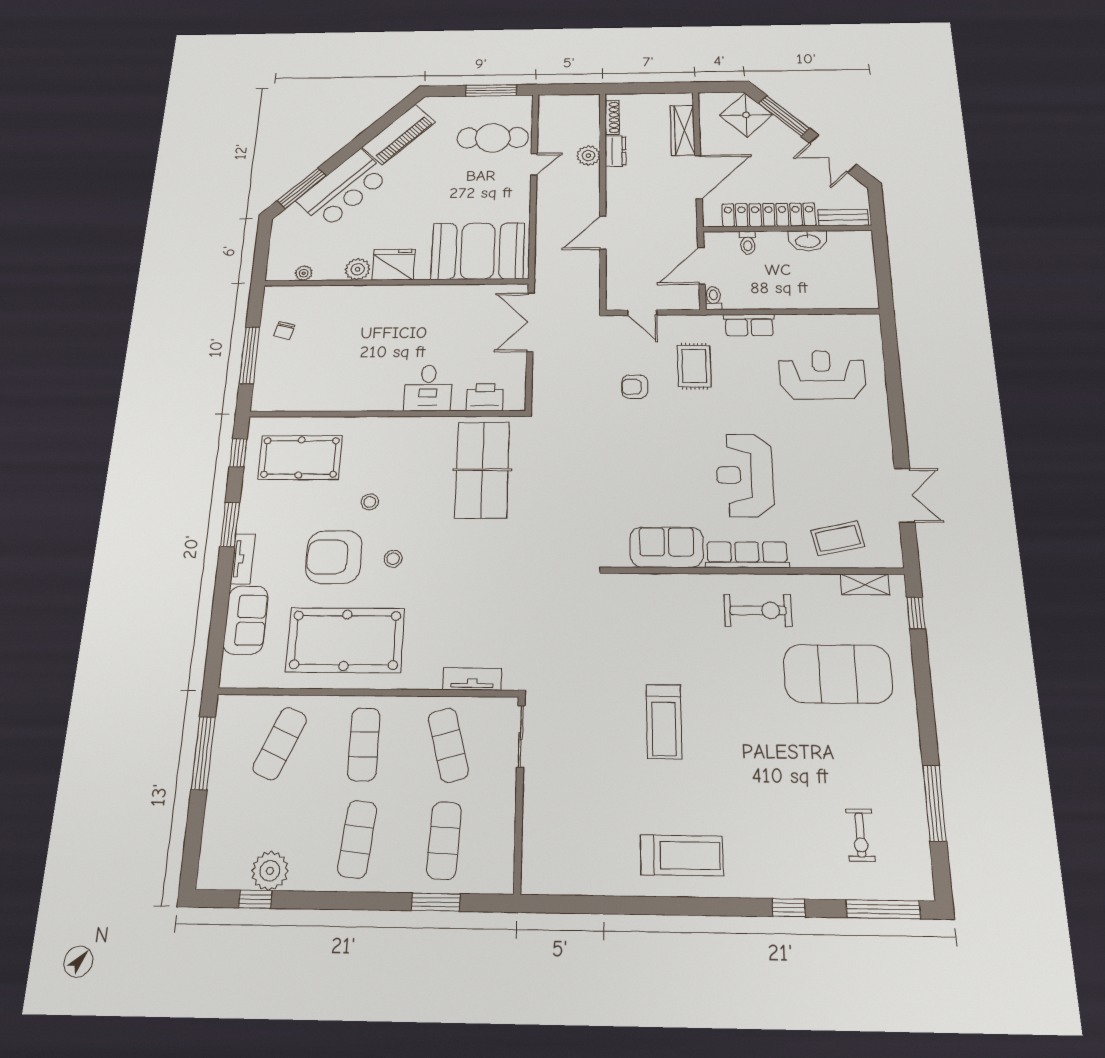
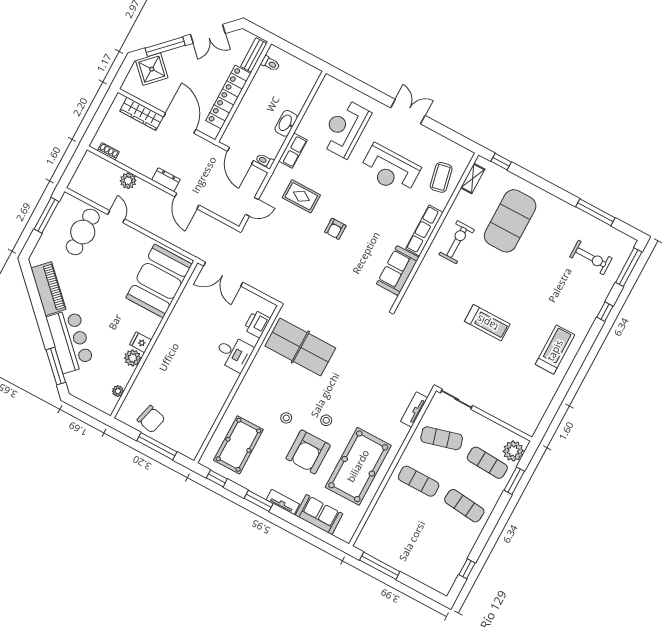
shoe rack: (612, 117) -> (108, 151), width x0.70
dresser: (616, 151) -> (166, 180), moved
washbasin: (808, 241) -> (286, 123), moved, turned 180
toilet: (748, 243) -> (270, 64), moved
fridge: (394, 265) -> (141, 342), width x0.53, depth x0.75
chair: (284, 330) -> (151, 419), width x1.87, depth x1.87
armchair: (635, 387) -> (335, 229), moved
reception desk: (745, 475) -> (390, 169), moved
double door: (905, 495) -> (408, 112), moved
exercise mat: (280, 743) -> (396, 524), removed
exercise bike: (860, 835) -> (591, 257), width x1.38, depth x1.39
plant: (270, 871) -> (513, 451), moved

